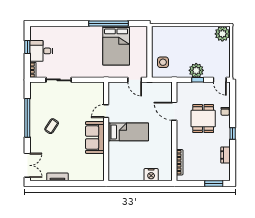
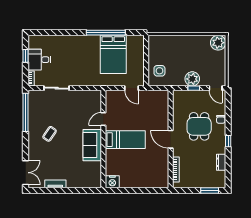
door: (174, 111) -> (171, 139), moved
window: (27, 118) -> (25, 112), moved
nightstand: (151, 175) -> (112, 182), moved

